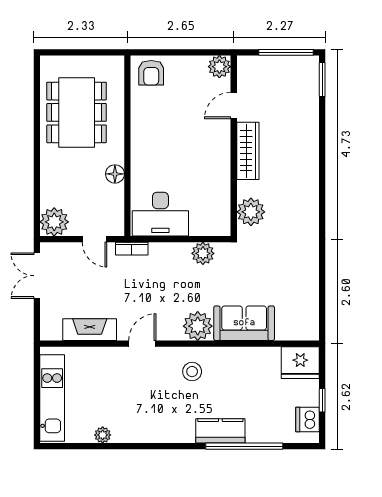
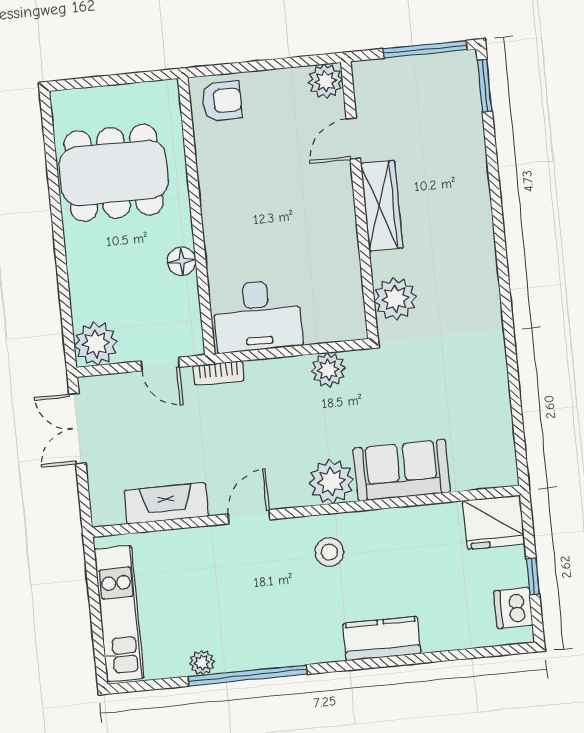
armchair: (151, 73) -> (222, 101), turned -90
dining table: (77, 112) -> (114, 173), turned 90
window: (244, 446) -> (247, 675), moved

